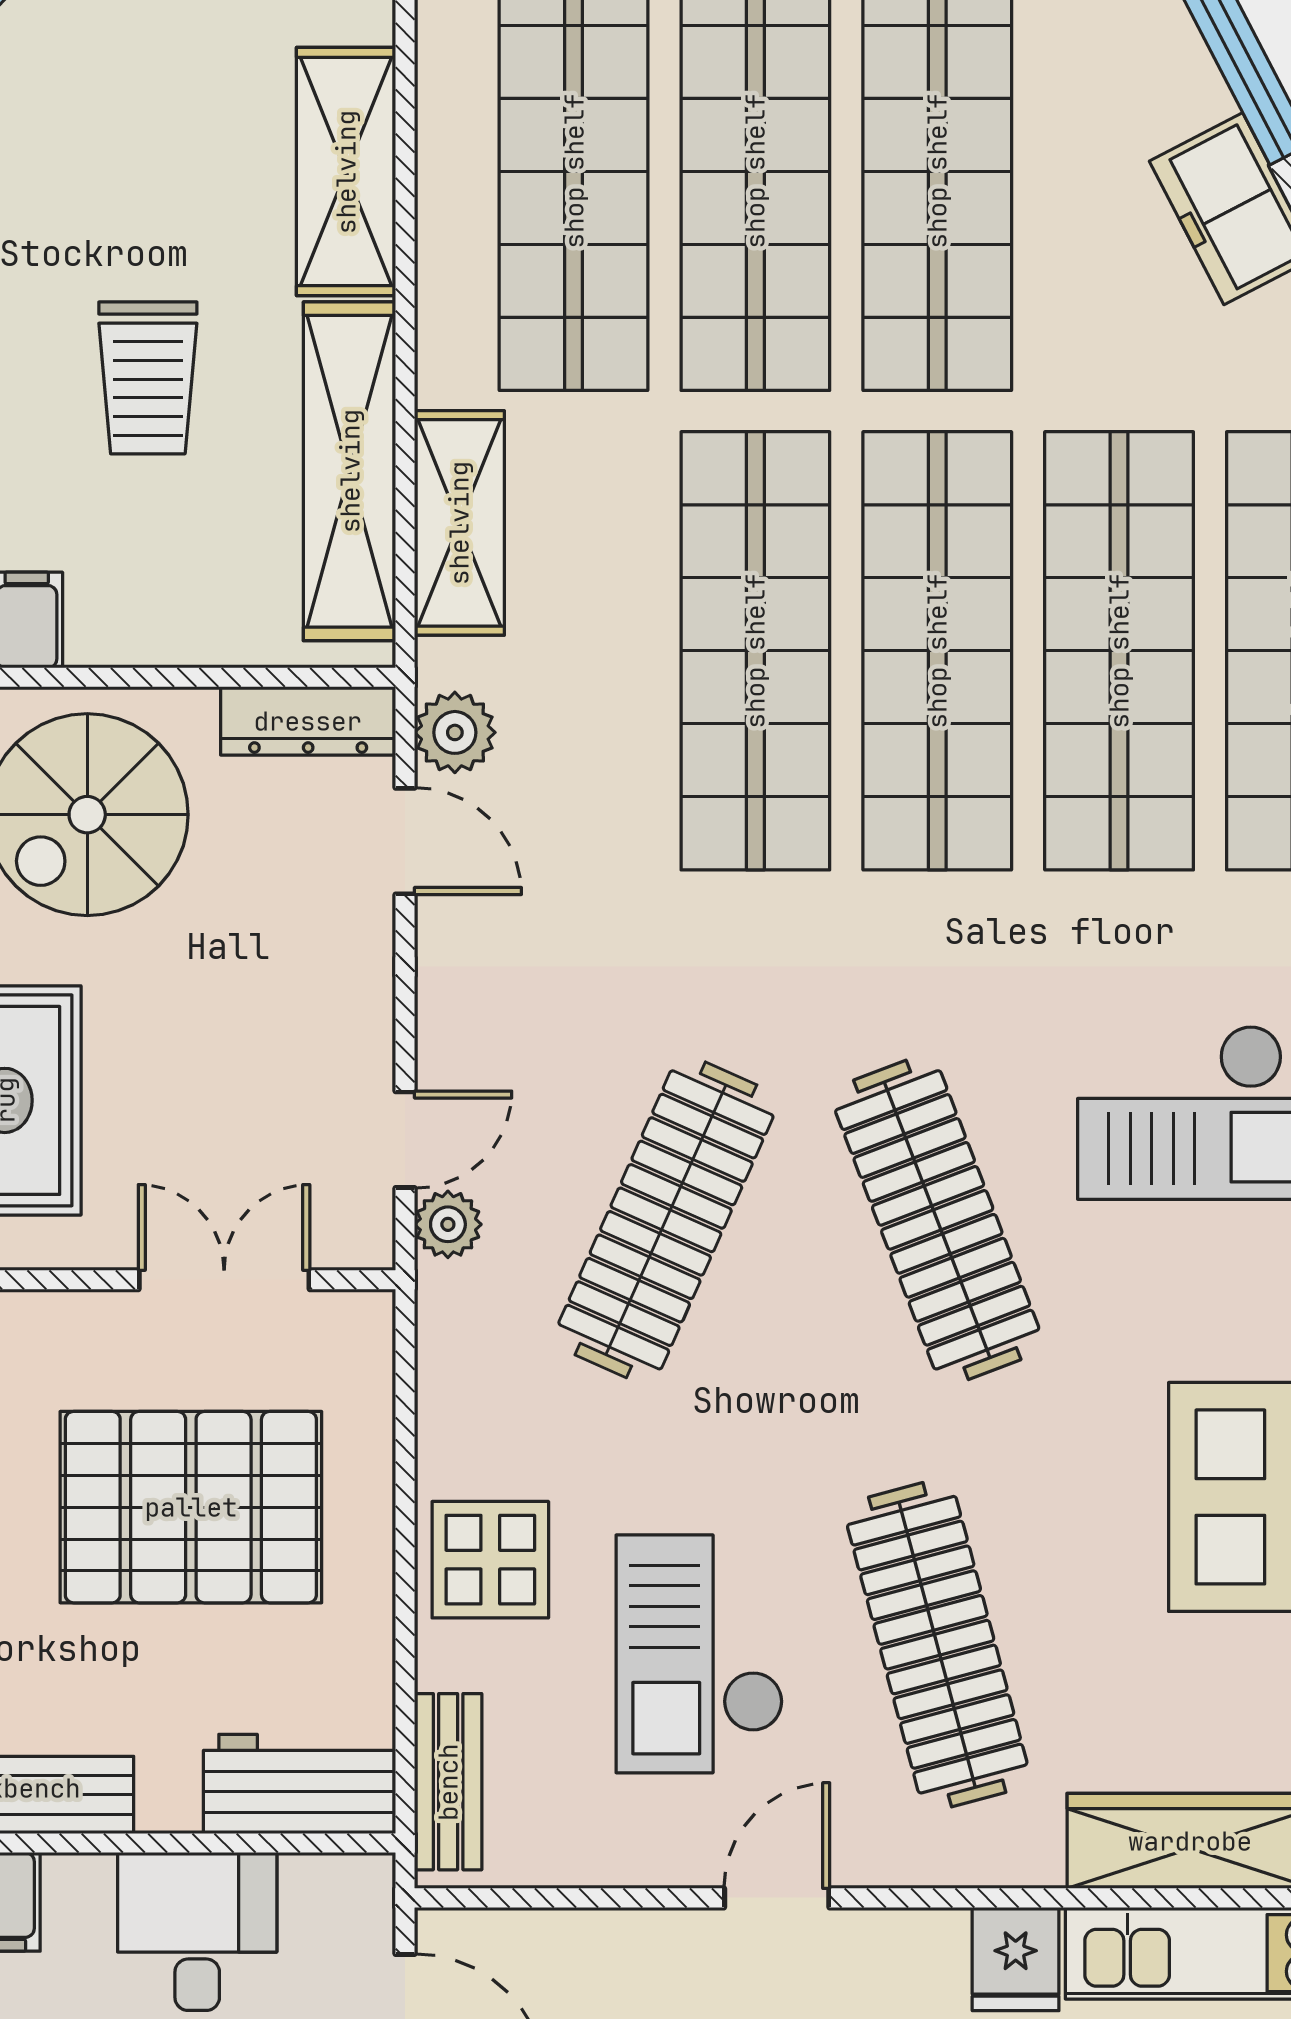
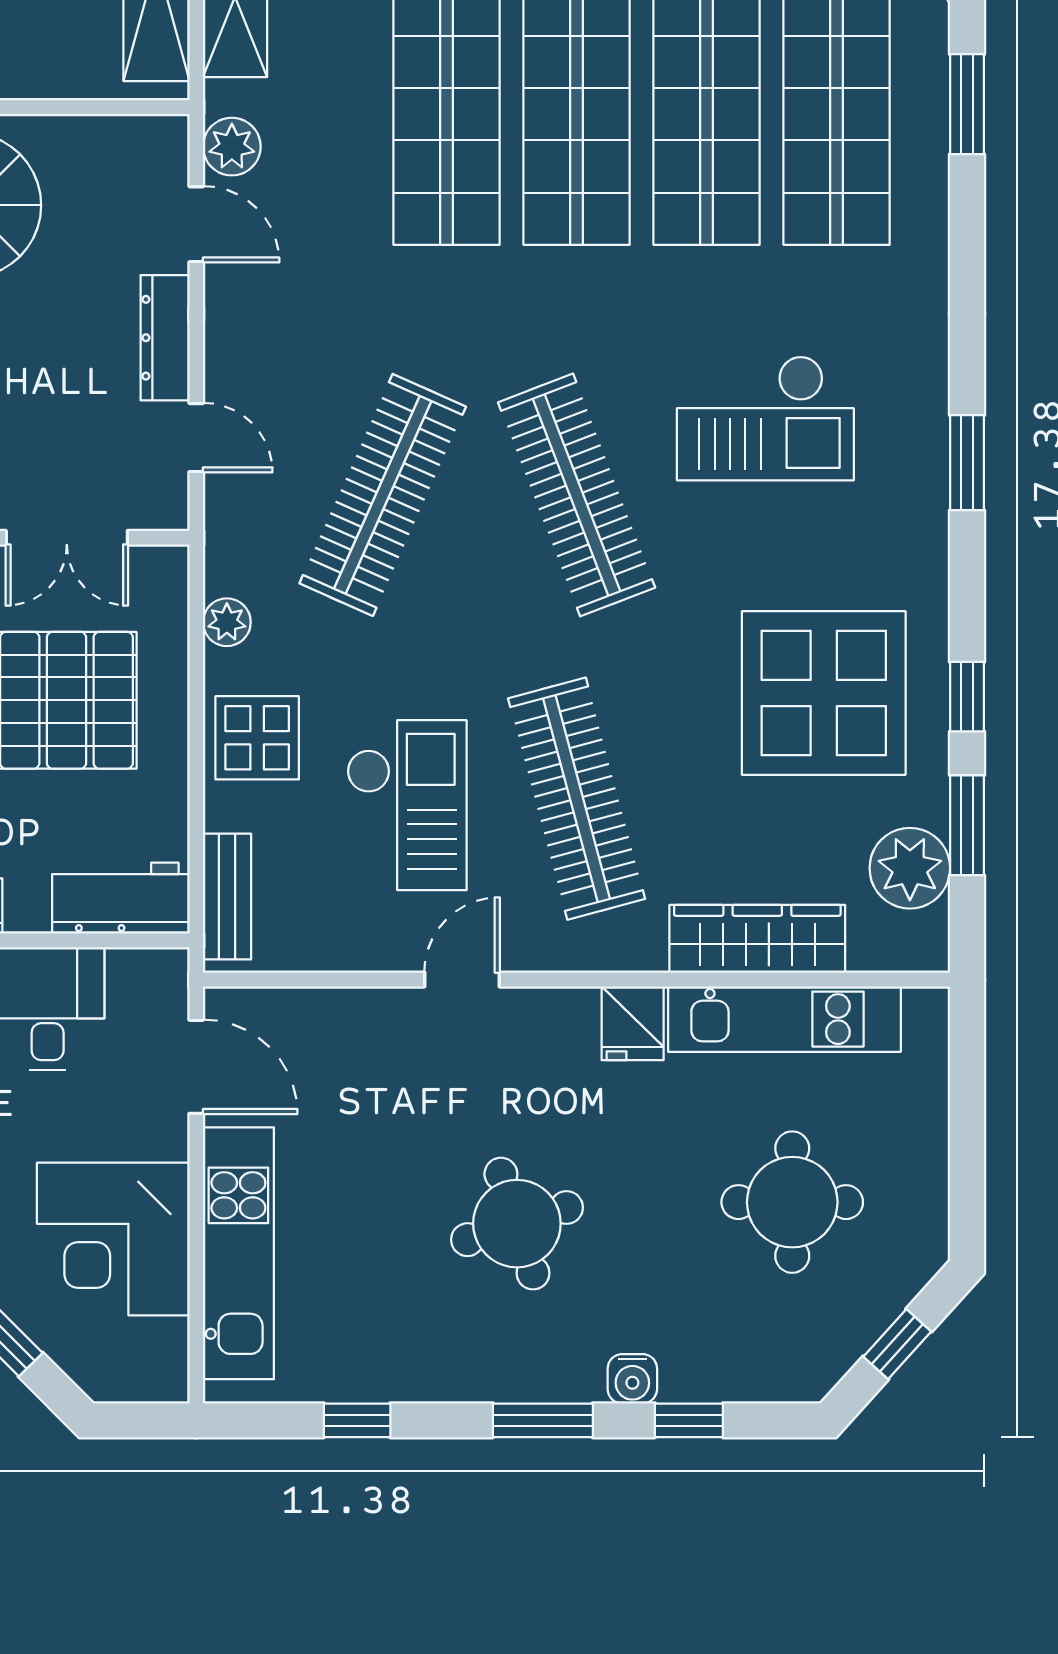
dresser: (308, 721) -> (165, 338), moved, turned 90
door: (405, 1140) -> (196, 438), hinge flipped
plant: (448, 1224) -> (227, 622), moved
double door: (224, 1280) -> (67, 538), swing flipped
checkout: (700, 1654) -> (407, 805), turned 180

